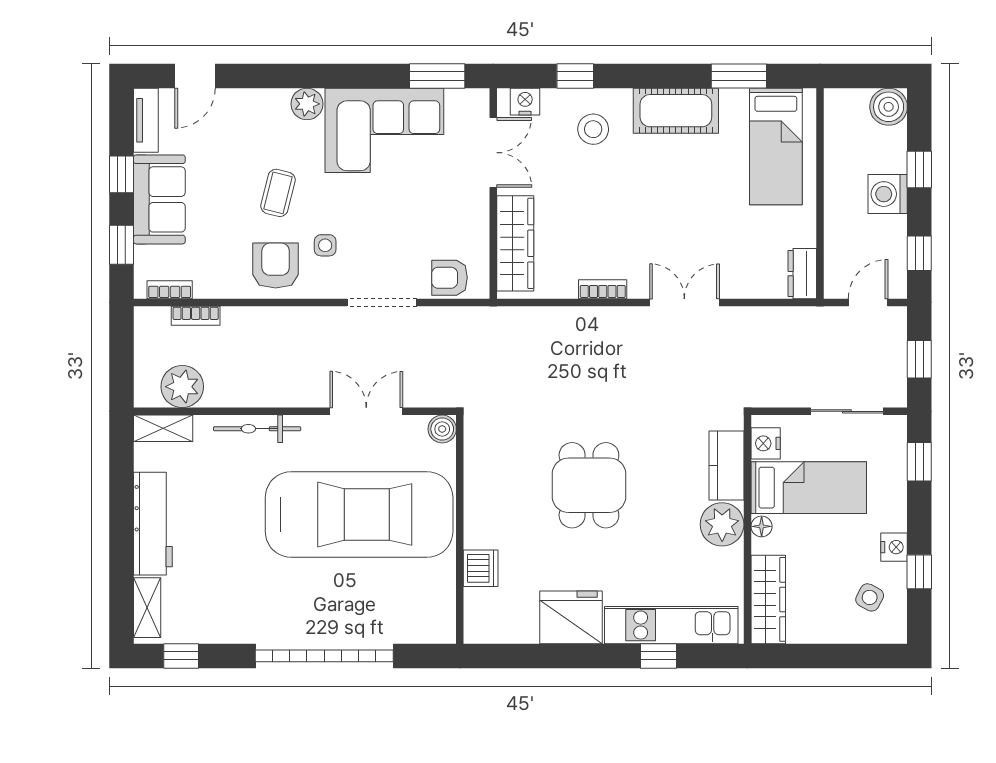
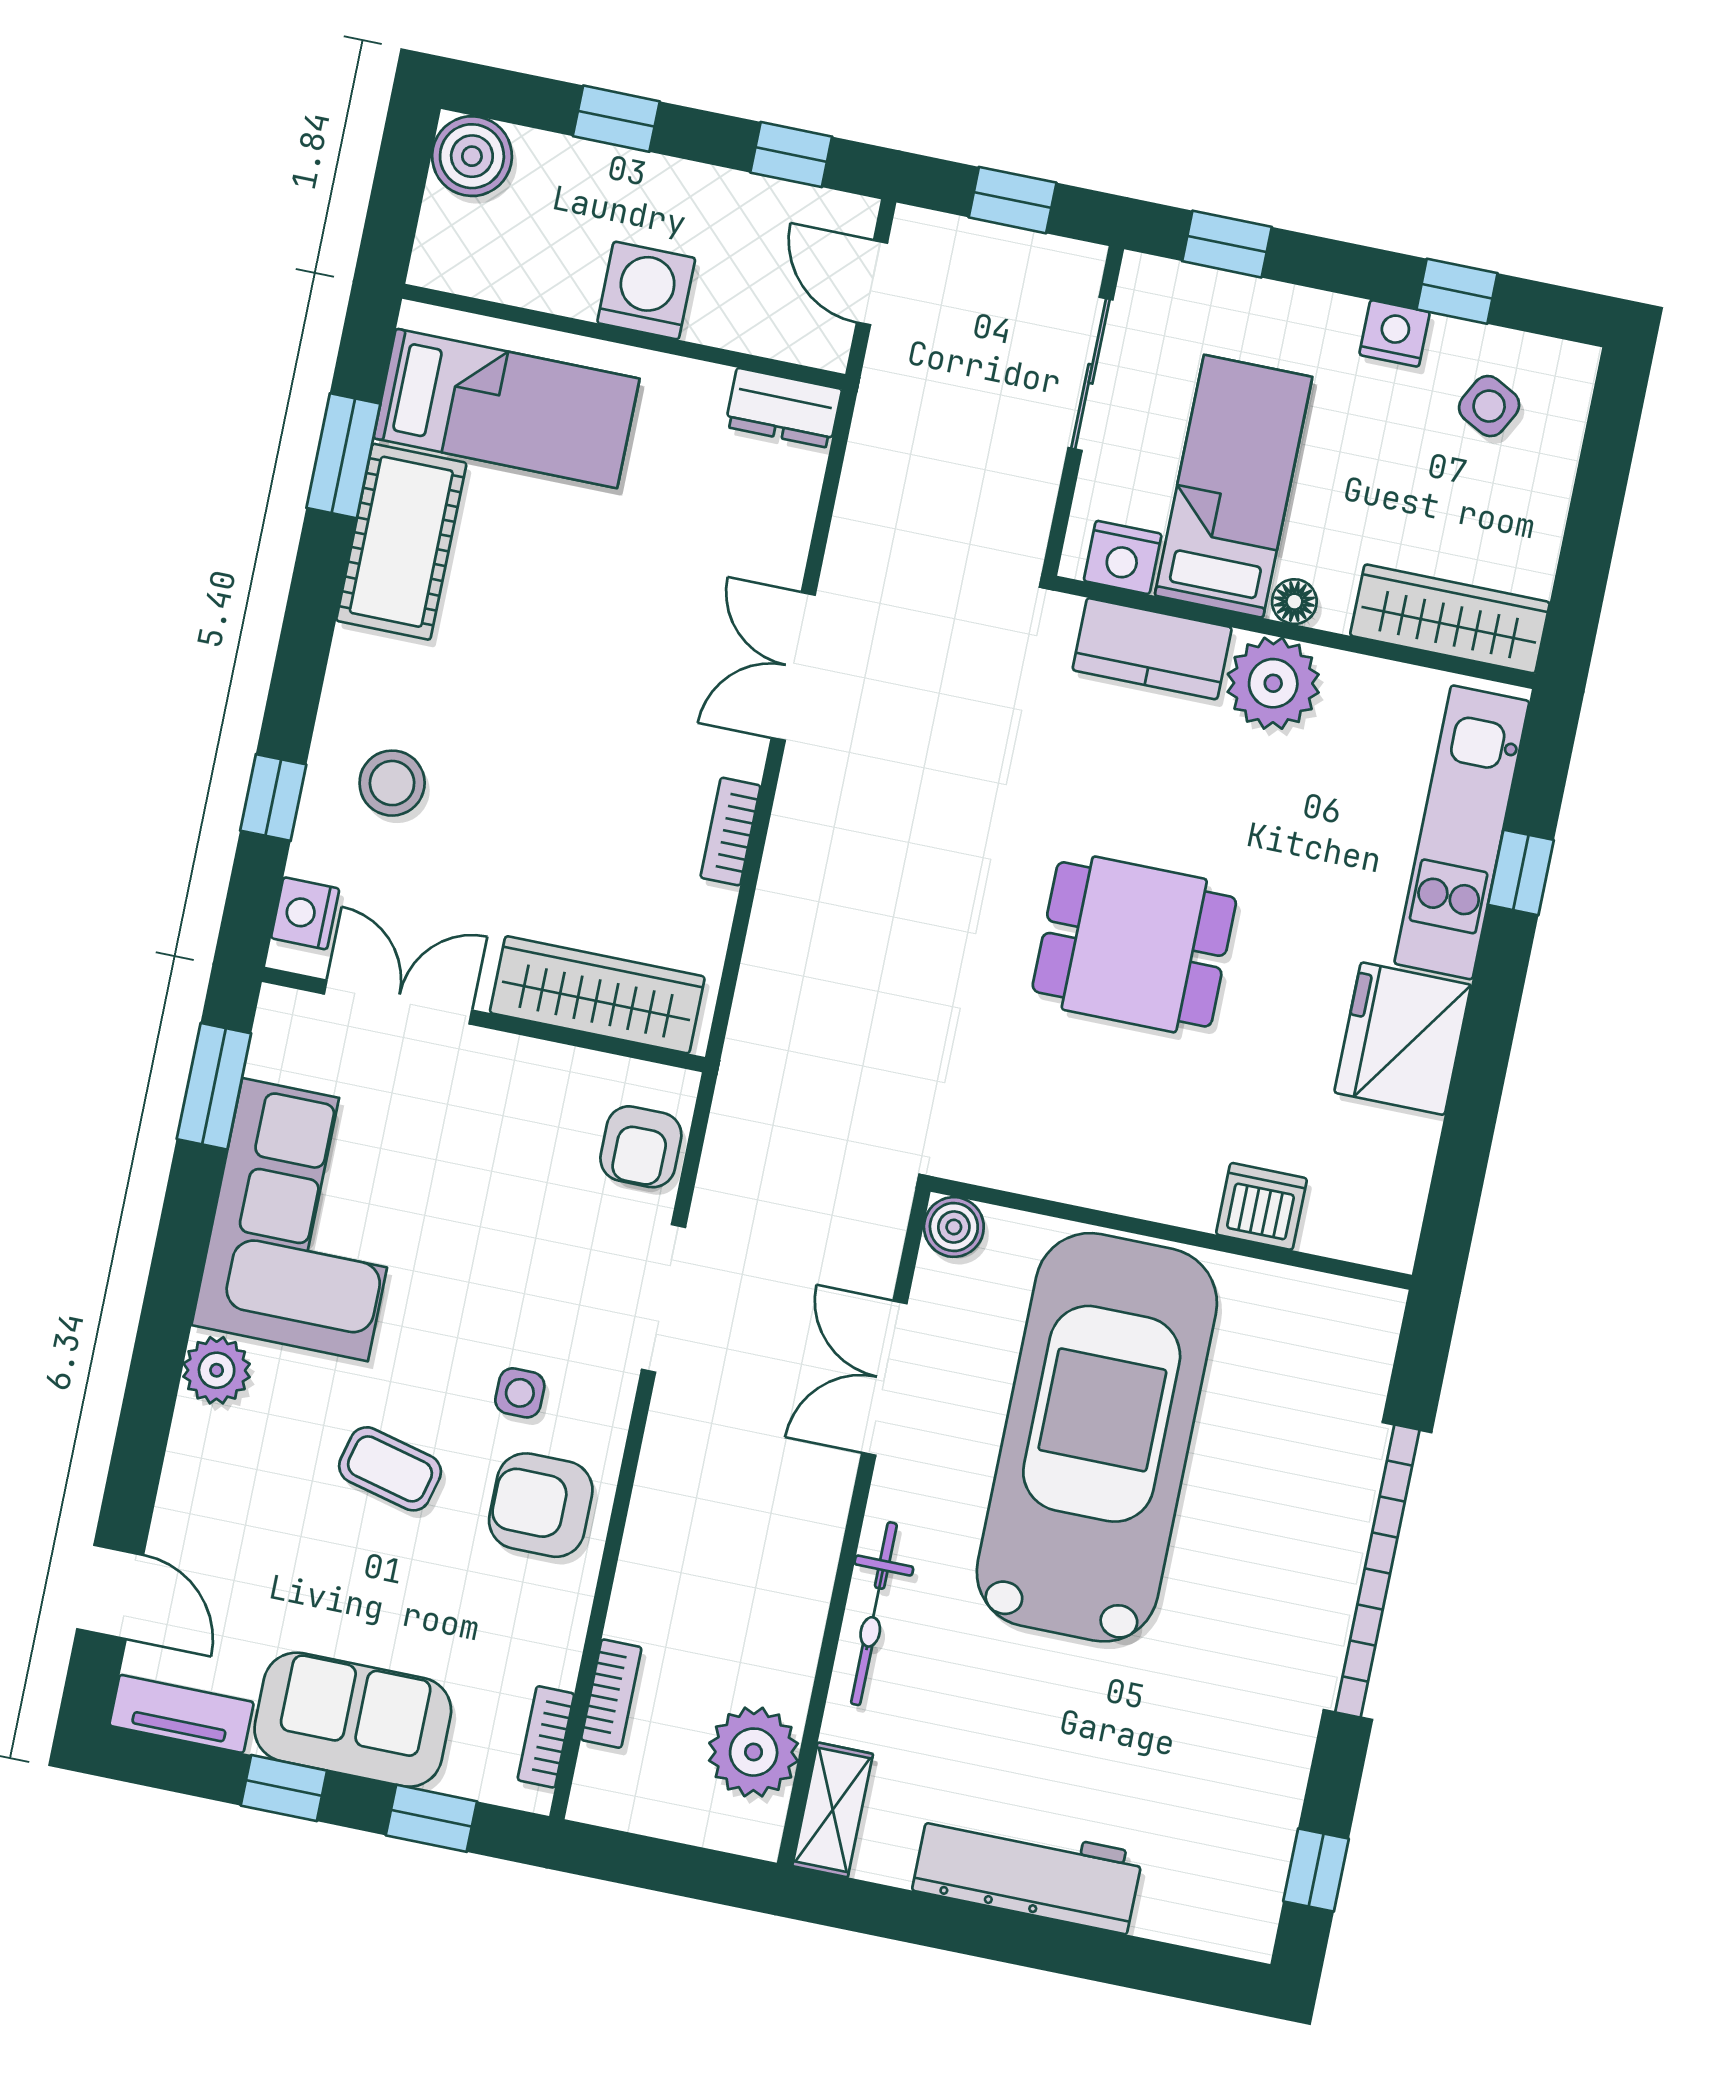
cot: (676, 111) -> (401, 542), moved
washing machine: (888, 194) -> (646, 290), moved, turned 180
shelving: (147, 608) -> (1200, 1920), removed

